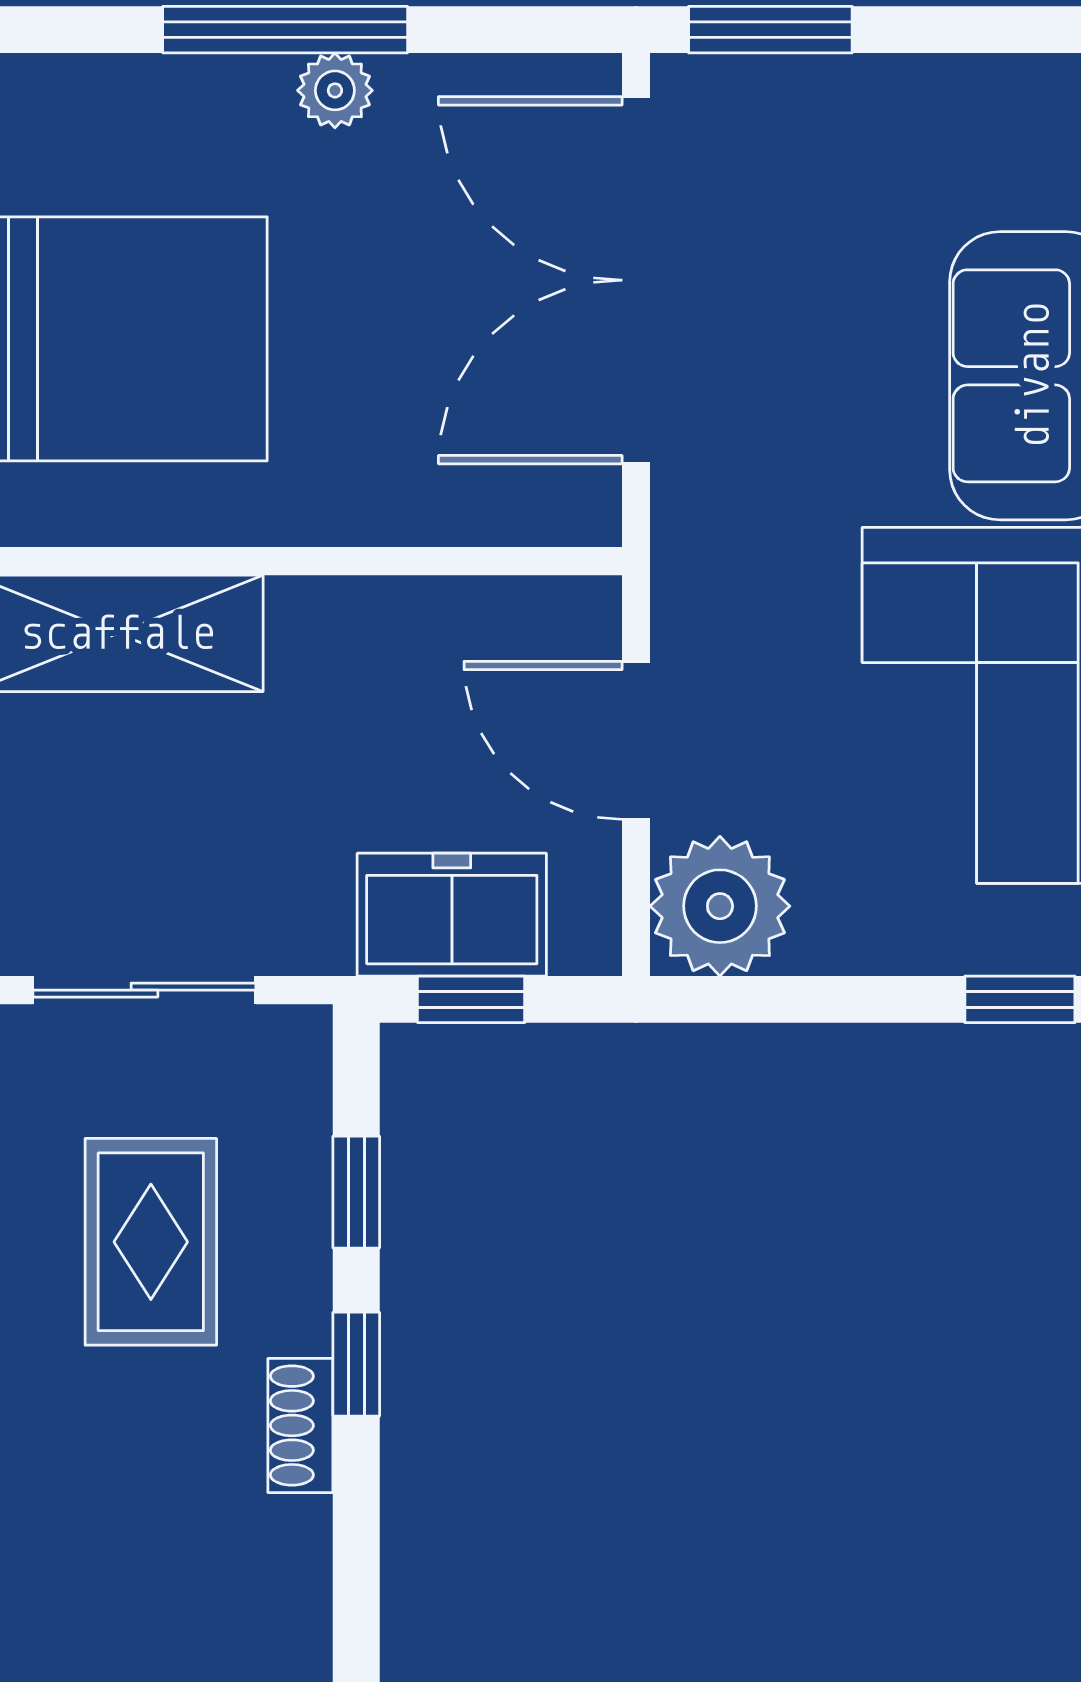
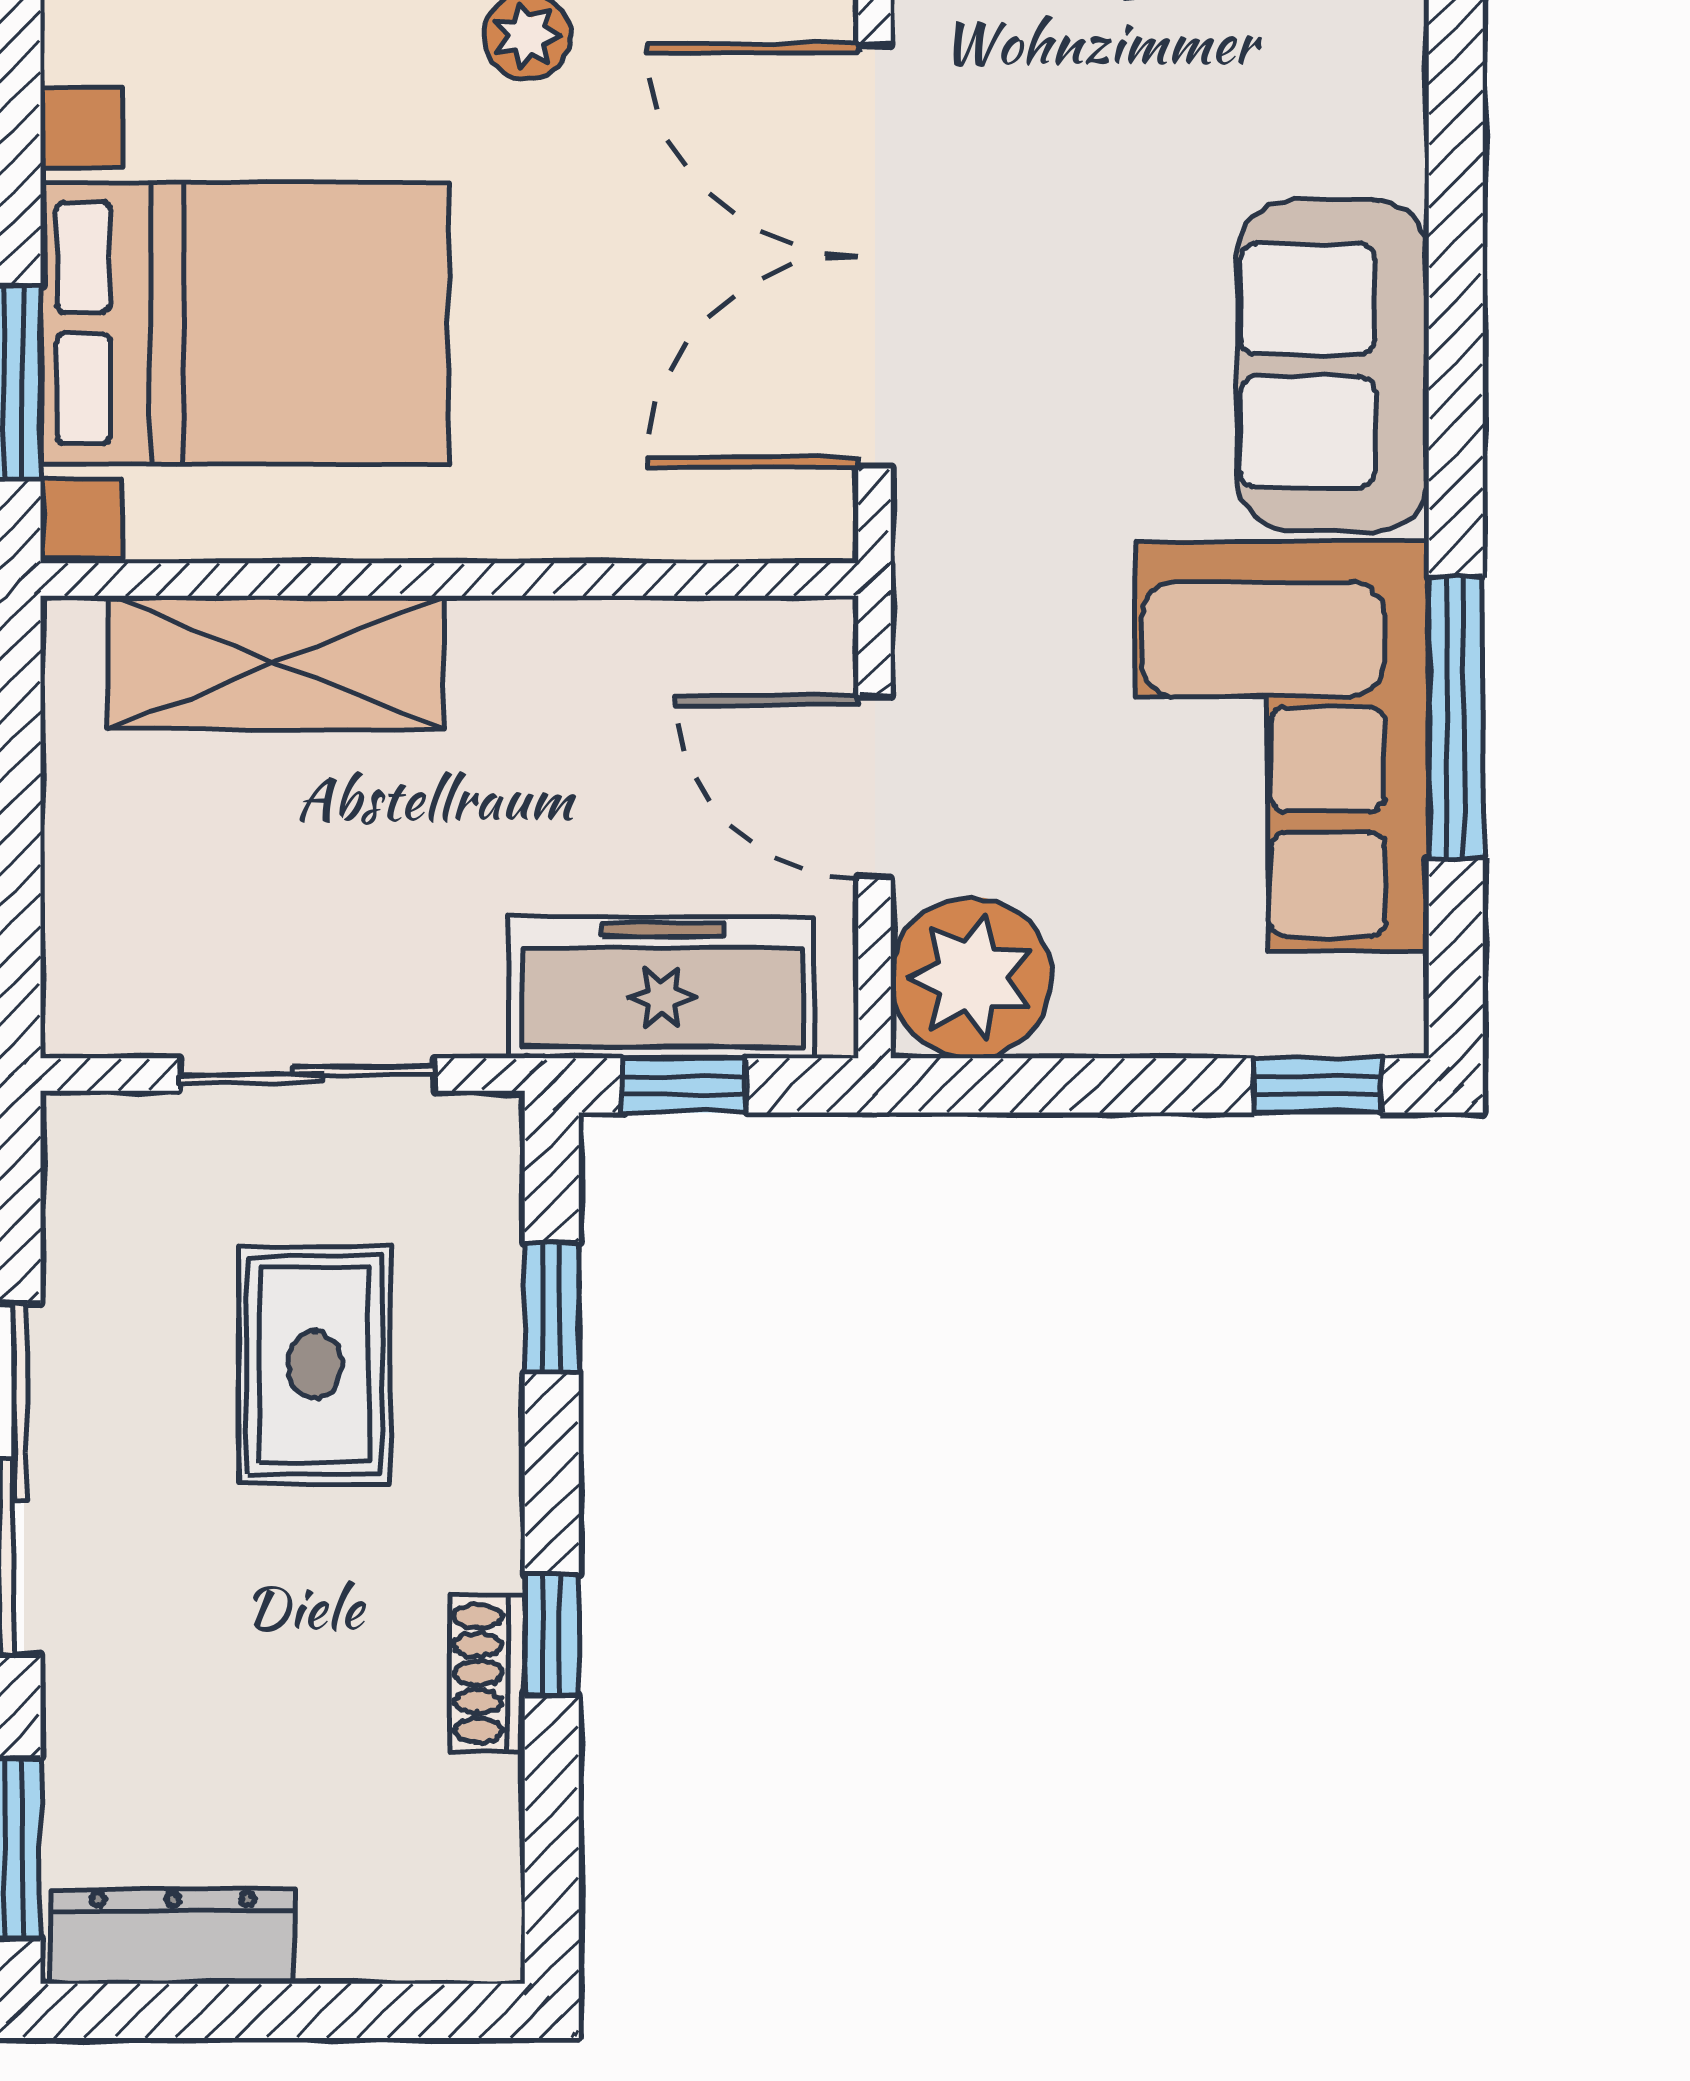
freezer: (452, 915) -> (662, 987), width x1.40
window: (356, 1364) -> (552, 1634), moved
shoe rack: (300, 1425) -> (487, 1673), moved

